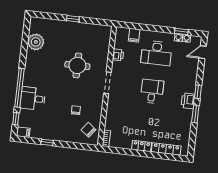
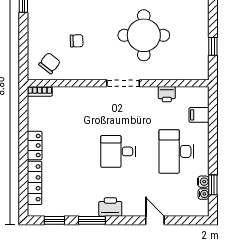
window: (73, 19) -> (213, 46), moved
door: (203, 52) -> (155, 220), moved
round table: (77, 65) -> (144, 35), width x1.36, depth x1.36
desk: (152, 91) -> (118, 151), turned 180
window: (198, 92) -> (54, 220), moved

